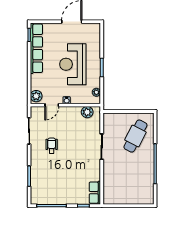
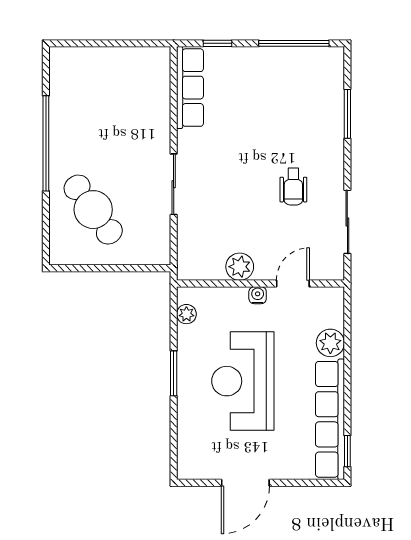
reception desk: (73, 64) -> (243, 381), turned 180
plant: (36, 96) -> (330, 343), moved
plant: (87, 112) -> (240, 267), moved
cafe table: (135, 136) -> (93, 210), turned -63
row of seats: (95, 193) -> (190, 88), width x1.48

